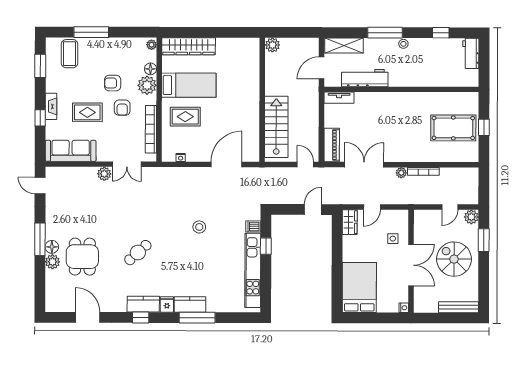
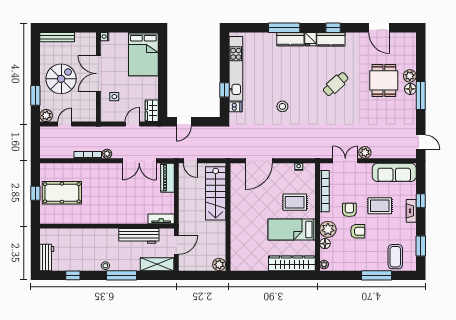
spiral stairs: (454, 259) -> (61, 79), turned -90

